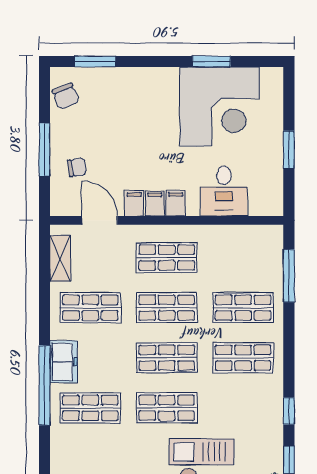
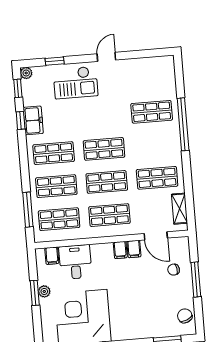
plant: (274, 150) -> (44, 291), added
filing cabinet: (176, 203) -> (52, 256), moved
freezer: (64, 362) -> (33, 120), moved, turned 180
shop shelf: (167, 408) -> (59, 219), moved

